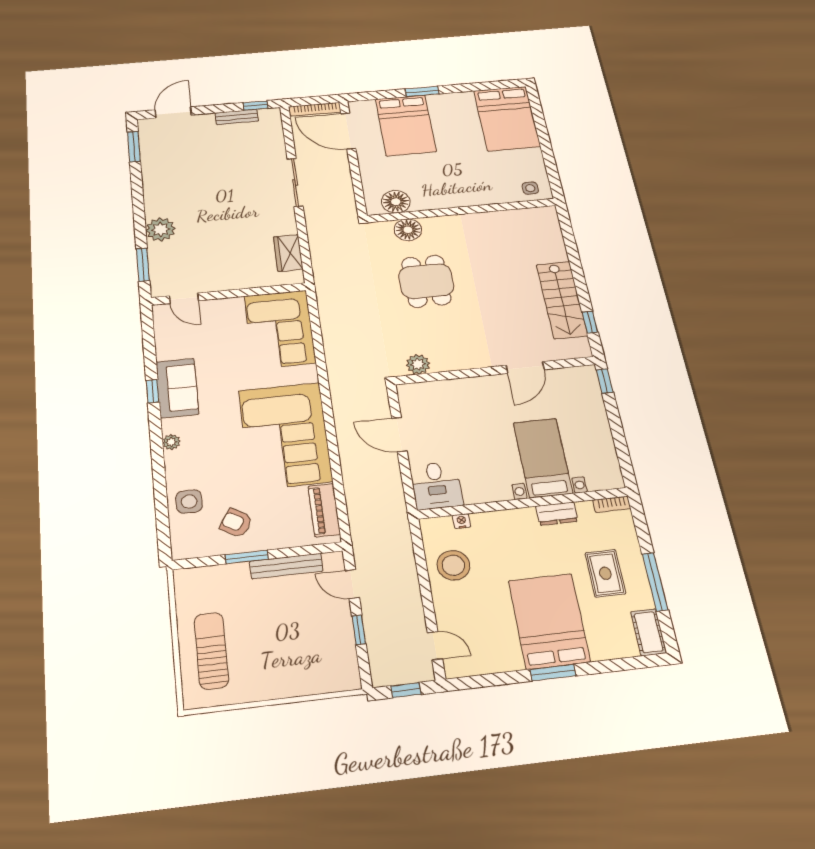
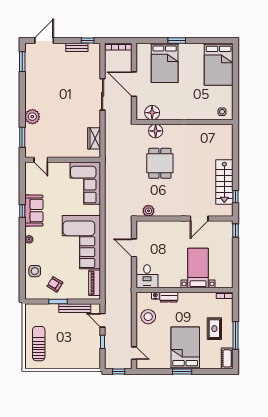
door: (348, 131) -> (134, 84), moved
dresser: (557, 514) -> (169, 297), moved

